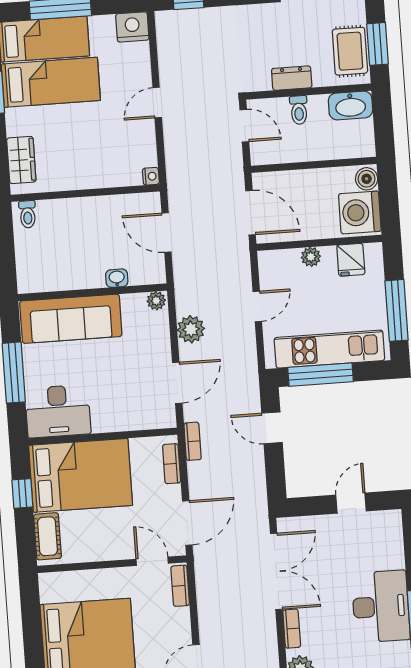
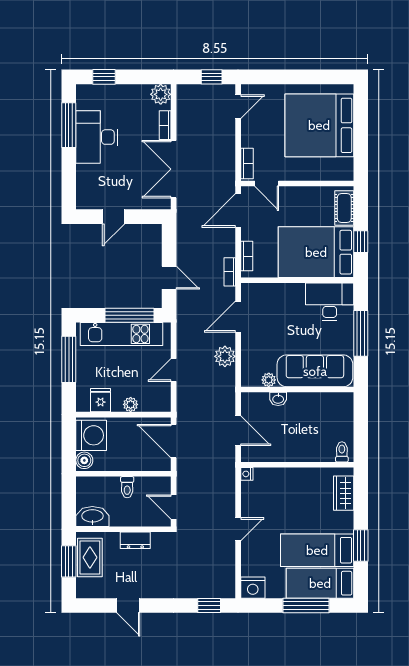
toilet: (299, 110) -> (127, 487), moved, turned 180
plant: (156, 301) -> (269, 380), moved

